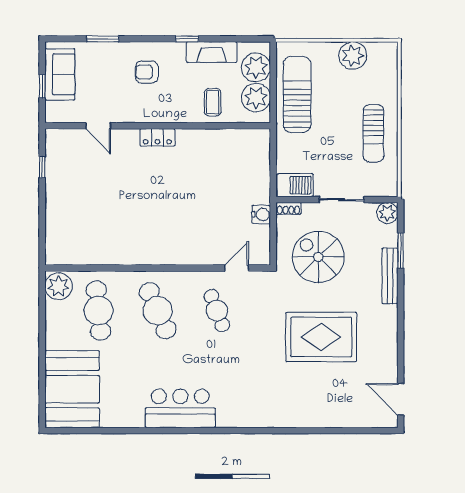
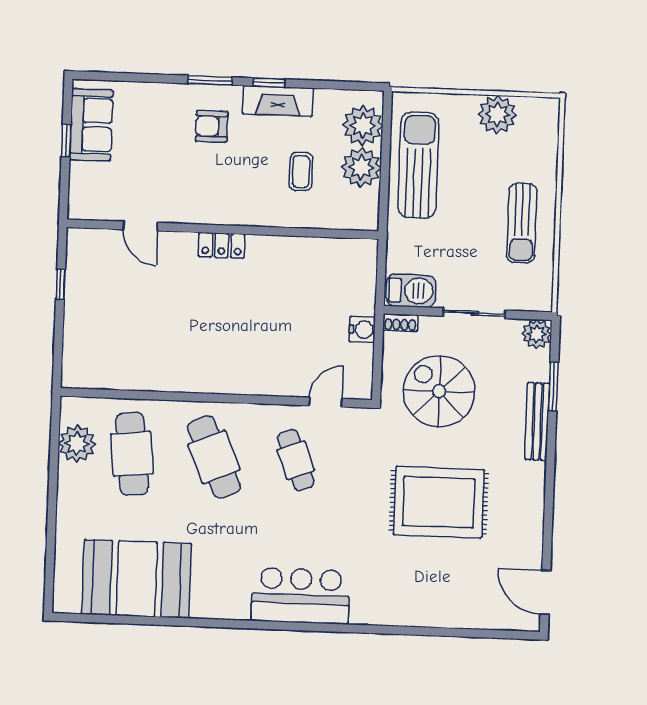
window: (103, 39) -> (210, 80), moved
fireplace: (212, 52) -> (278, 101), moved
door: (98, 126) -> (141, 226), moved
wall: (158, 126) -> (223, 229), moved
locker: (157, 137) -> (222, 245), moved
window: (42, 167) -> (61, 284), moved
plant: (59, 286) -> (77, 443), moved
booth: (72, 389) -> (137, 579), moved, turned 90
bar counter: (180, 408) -> (301, 596), moved

